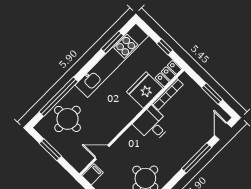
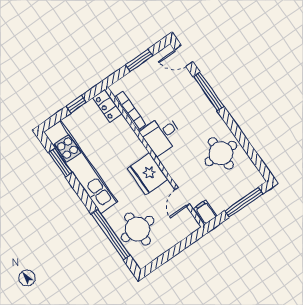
fridge: (145, 90) -> (147, 174), moved
window: (50, 150) -> (169, 255), removed

